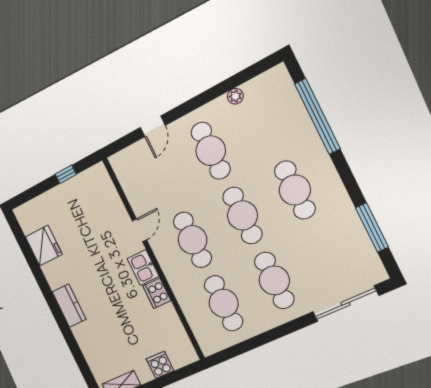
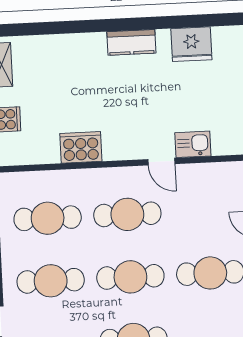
kitchen sink: (143, 267) -> (193, 144), moved
cooker: (157, 293) -> (81, 147), width x1.37, depth x1.31
kitchen counter: (69, 306) -> (131, 42), moved

